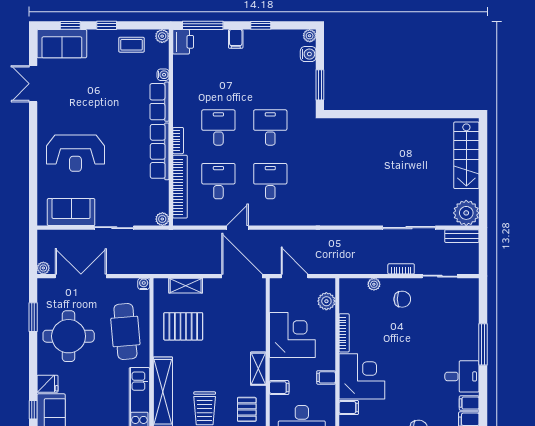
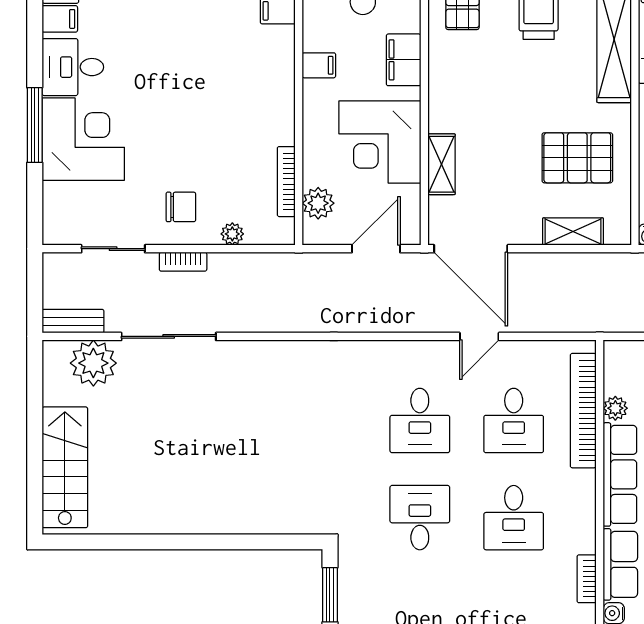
desk: (270, 128) -> (420, 518), turned 180
bookcase: (178, 141) -> (587, 579), moved
plant: (466, 213) -> (93, 363), moved
plant: (162, 219) -> (615, 408), moved
door: (294, 276) -> (376, 249), swing flipped
chair: (402, 299) -> (181, 207), turned 180
bookcase: (344, 333) -> (286, 182), moved
shelving: (258, 369) -> (442, 164), moved
corner desk: (362, 376) -> (83, 139), moved, turned 180
filing cabinet: (279, 388) -> (404, 60), width x2.00

